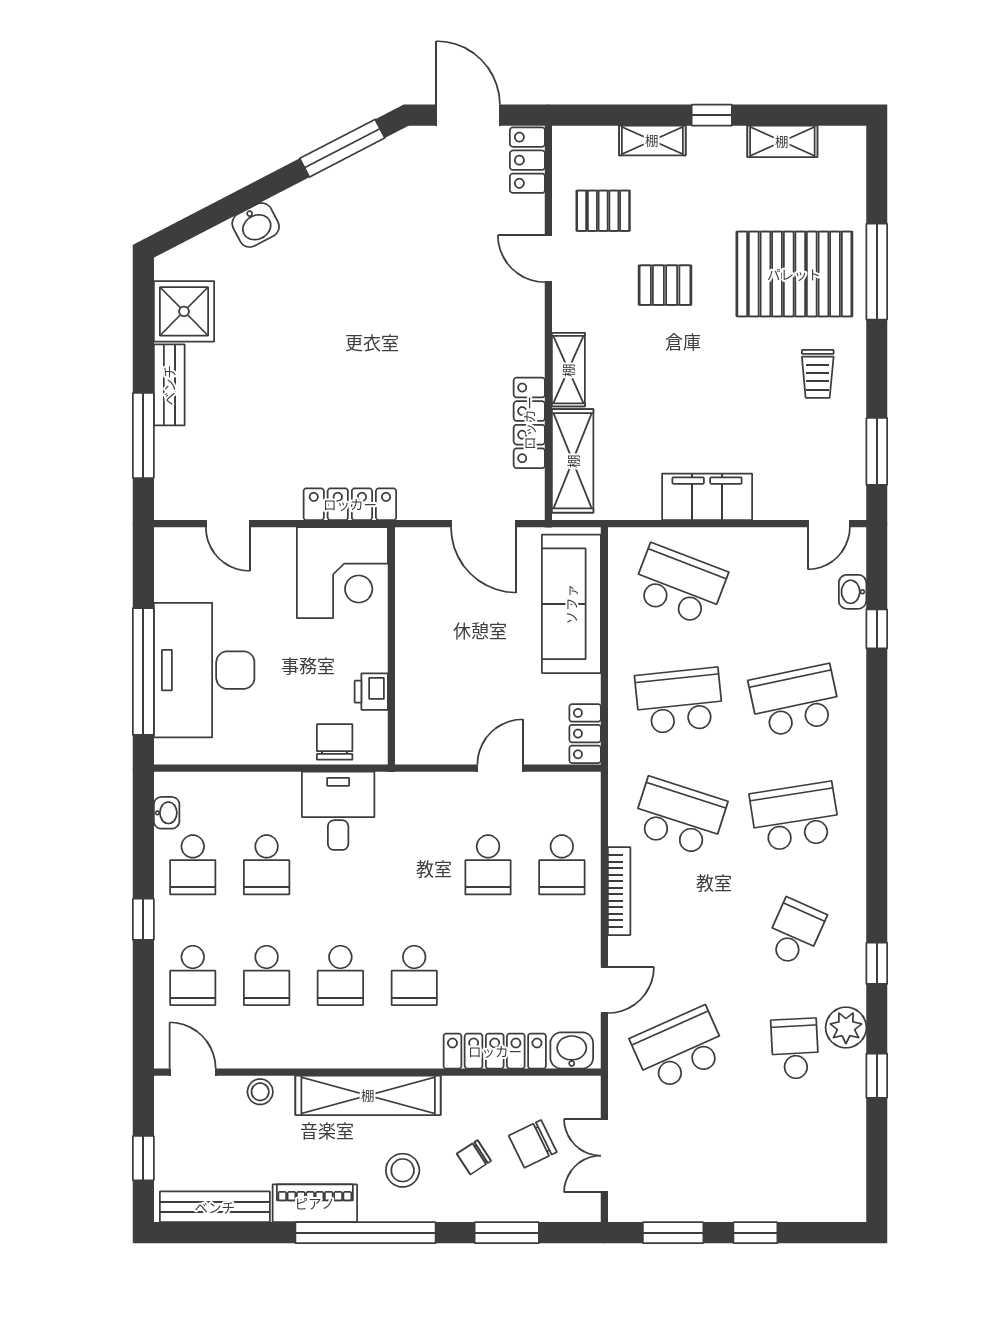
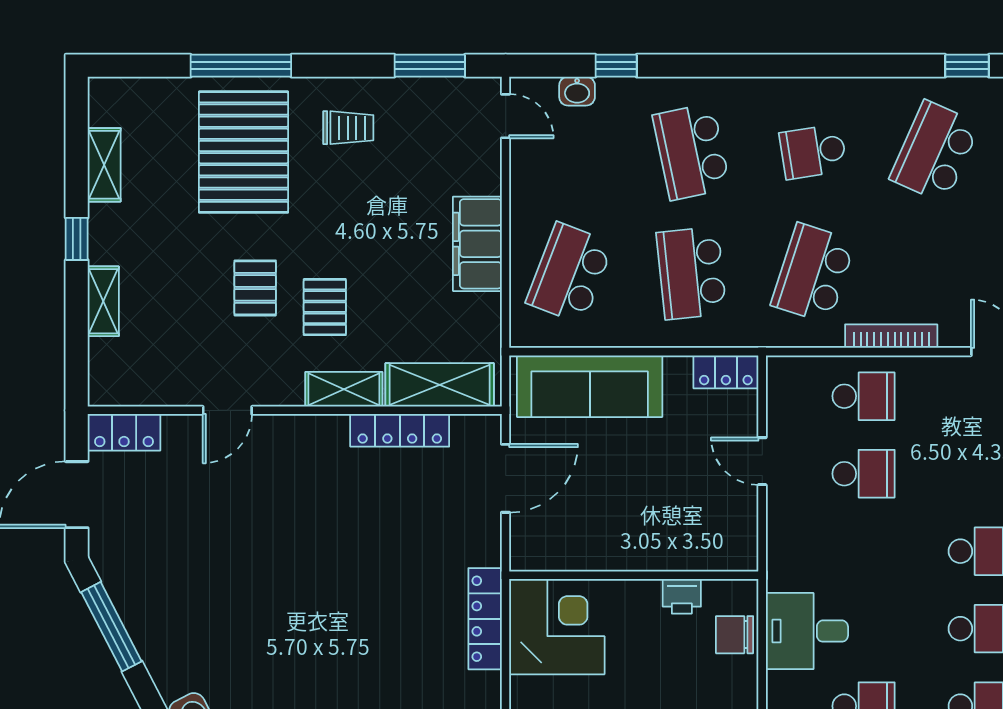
pallet: (603, 211) -> (325, 307), moved
school desk: (795, 817) -> (813, 152), width x0.54
school desk: (795, 933) -> (935, 152), width x1.85

